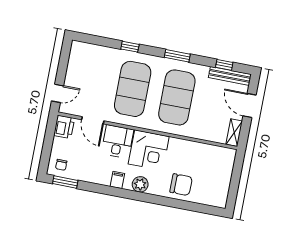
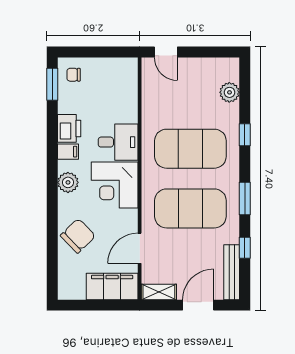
plant: (96, 52) -> (229, 92), added
window: (224, 65) -> (245, 248), moved
door: (93, 120) -> (140, 248), moved
printer: (64, 127) -> (69, 128), moved, turned -90
filing cabinet: (223, 167) -> (112, 286), added
chair: (181, 185) -> (78, 236), turned -134

